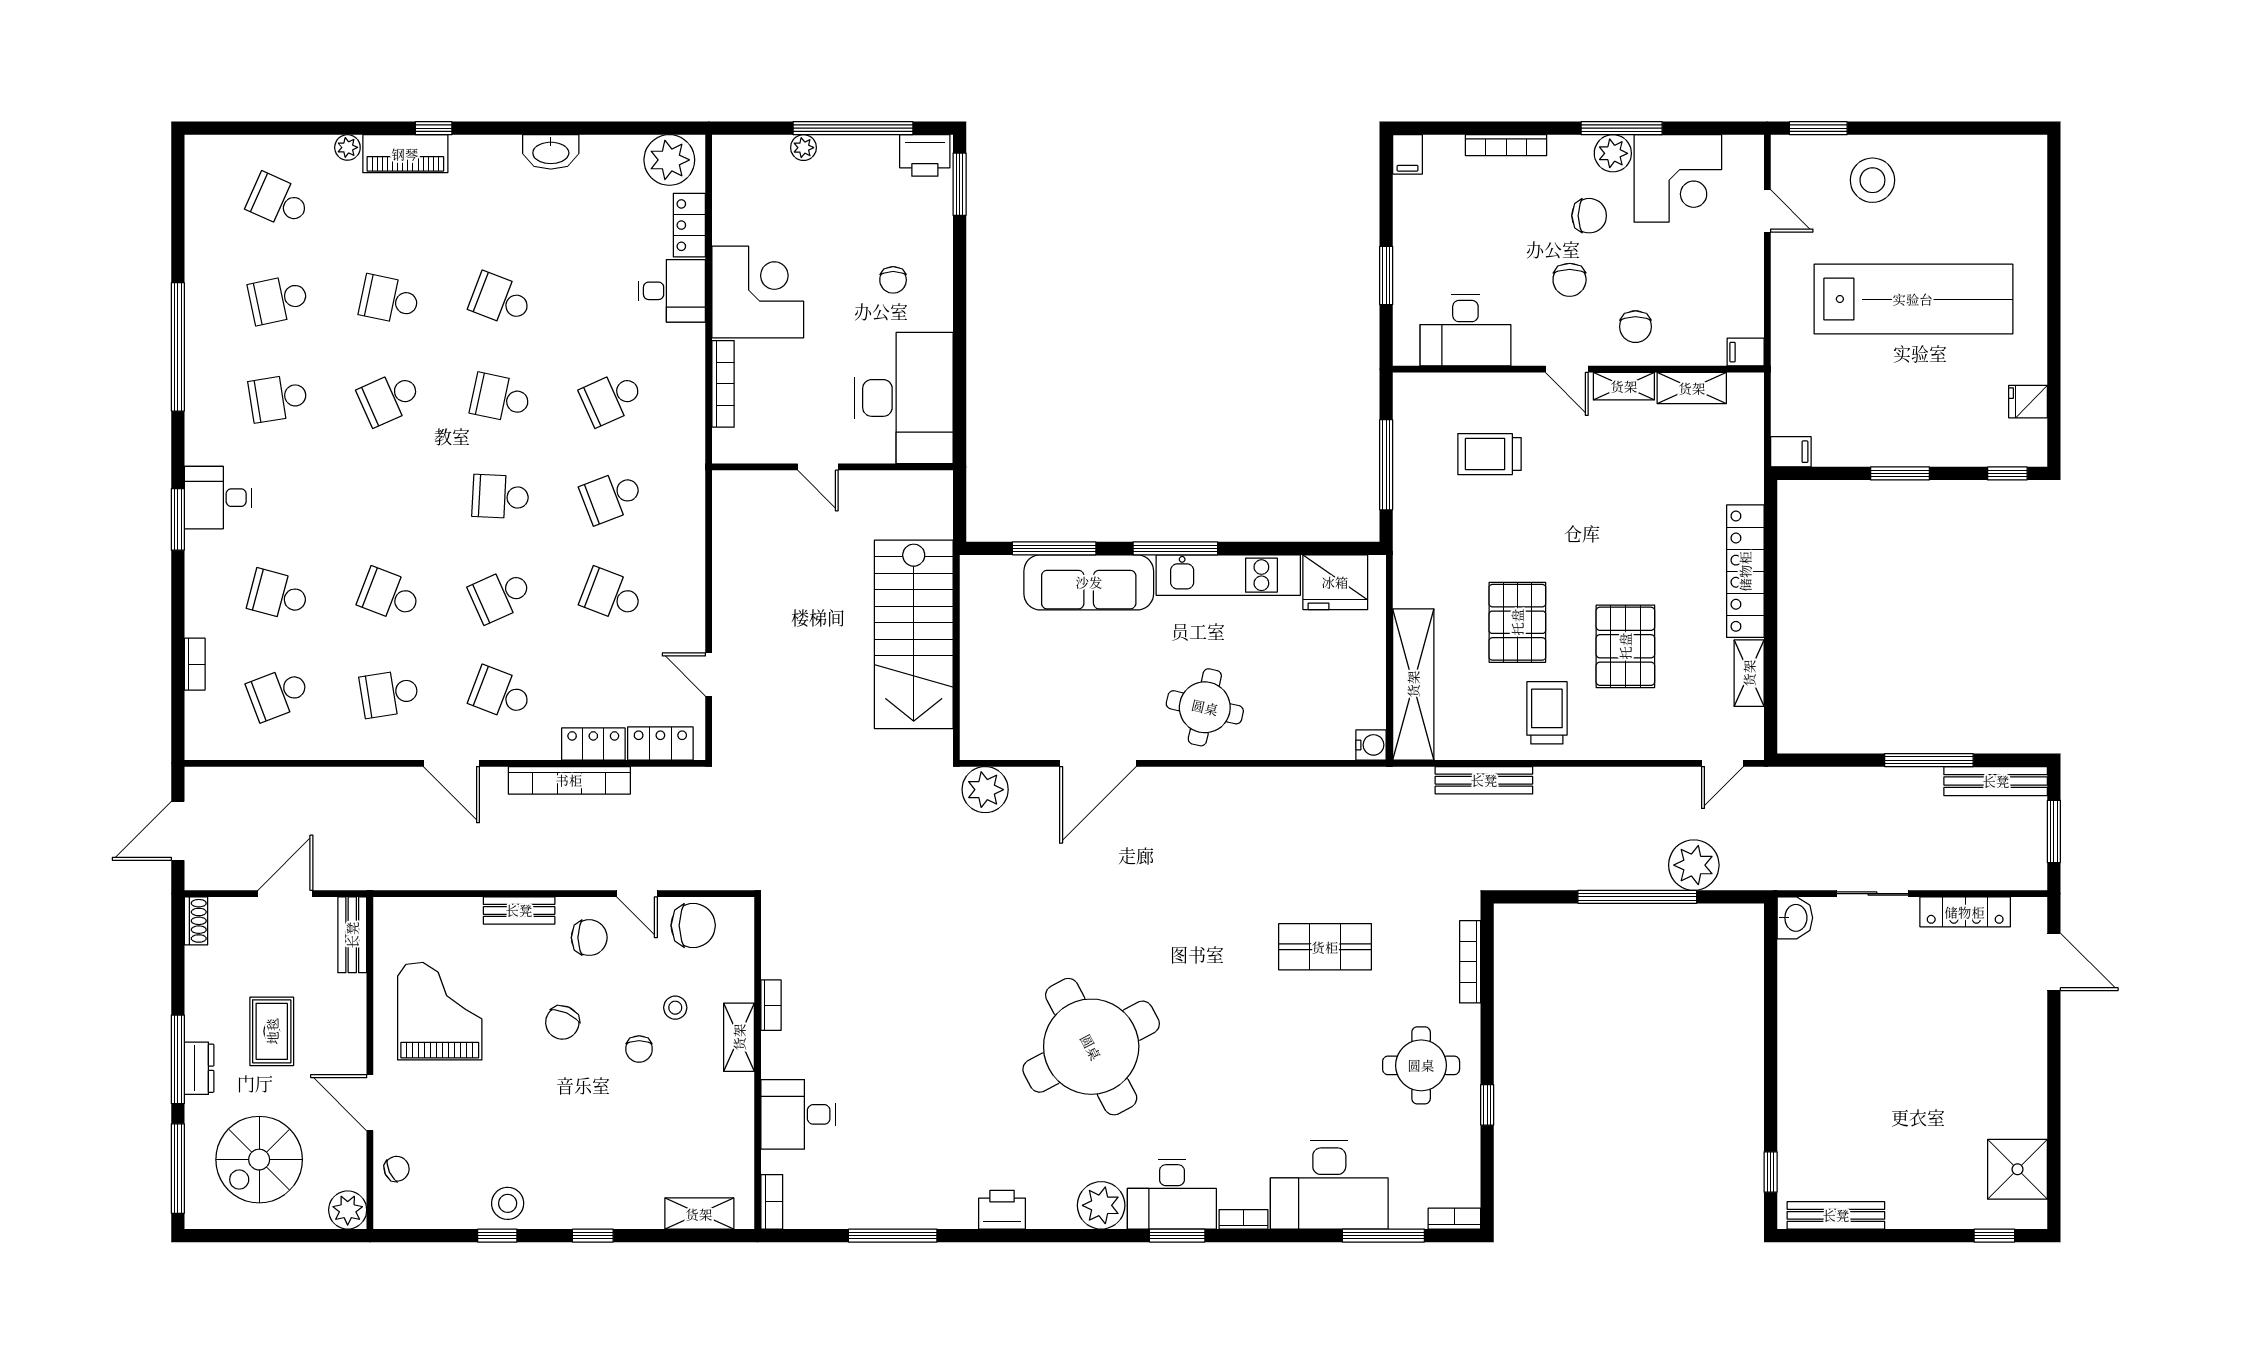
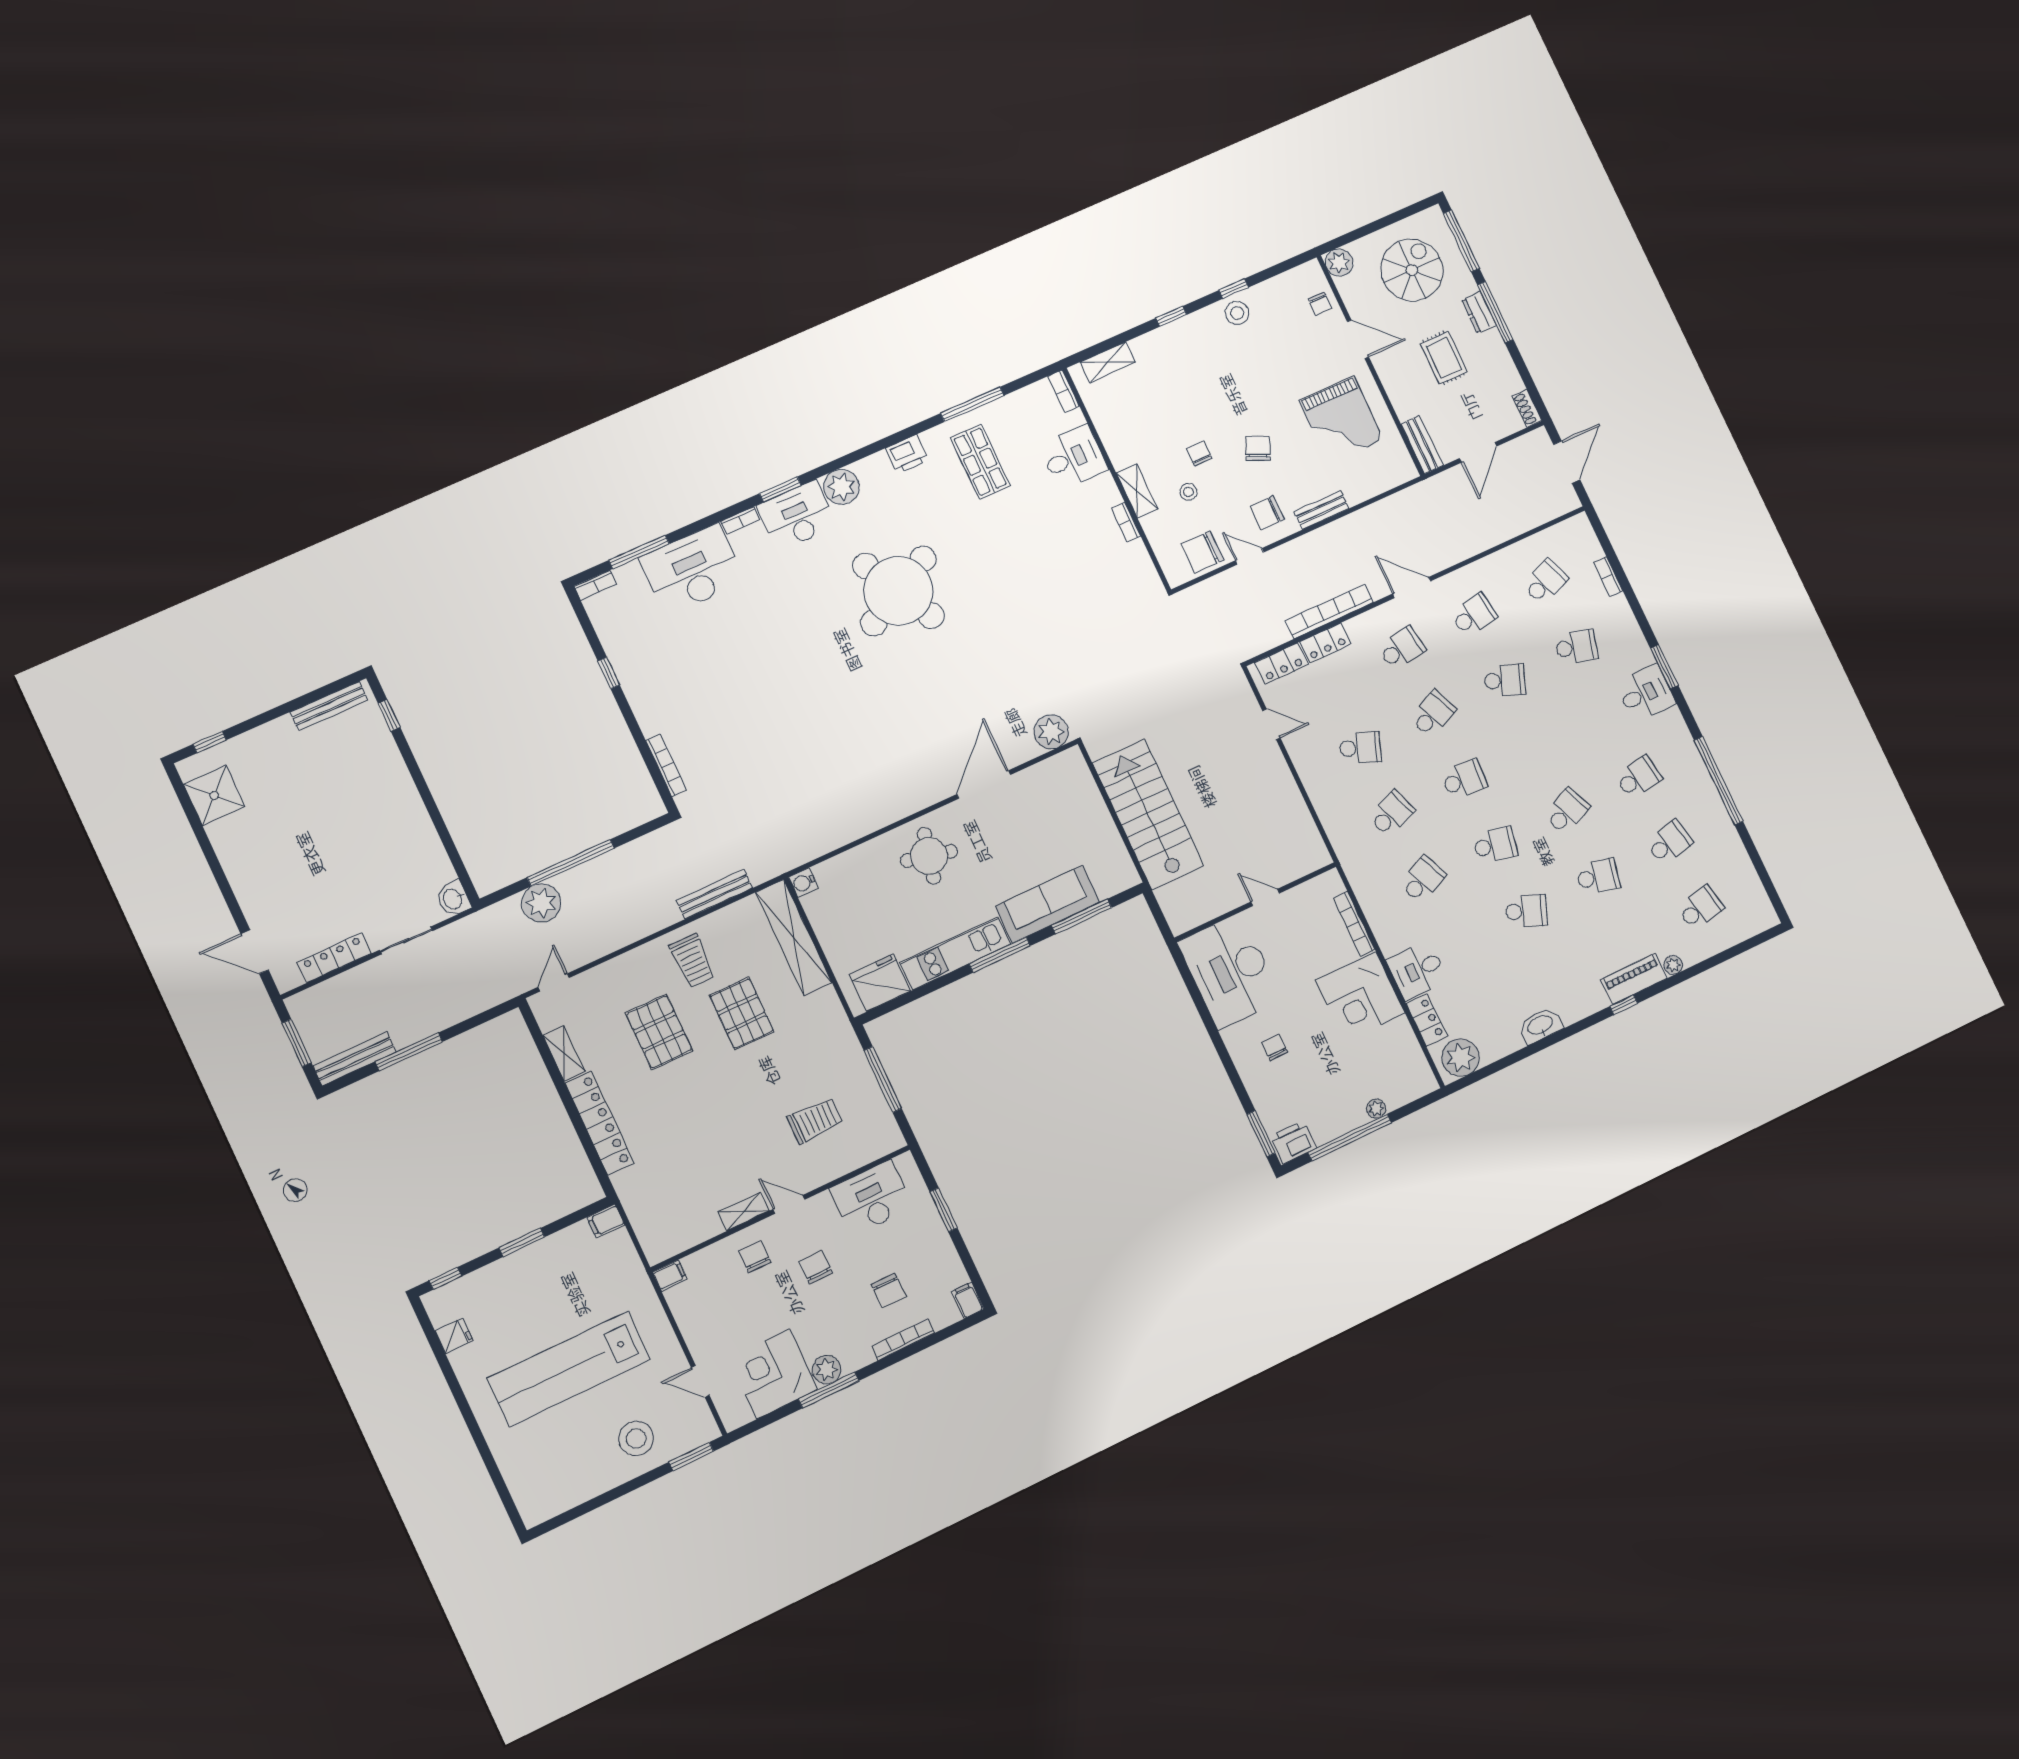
school desk: (278, 201) -> (1700, 908), turned -36
chair: (1589, 216) -> (889, 1291), moved, turned -90
shelving: (1692, 388) -> (696, 1233), removed
school desk: (500, 694) -> (1402, 648), turned -30
shop shelf: (1325, 947) -> (980, 462), moved, turned 90
round table: (1421, 1065) -> (667, 679), removed
chair: (397, 1169) -> (1320, 304), turned -65

